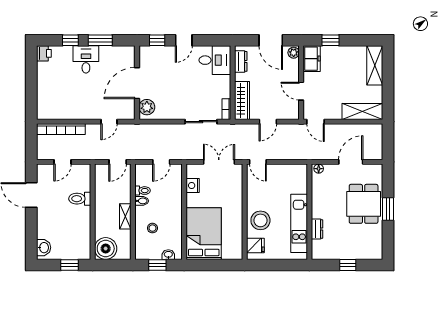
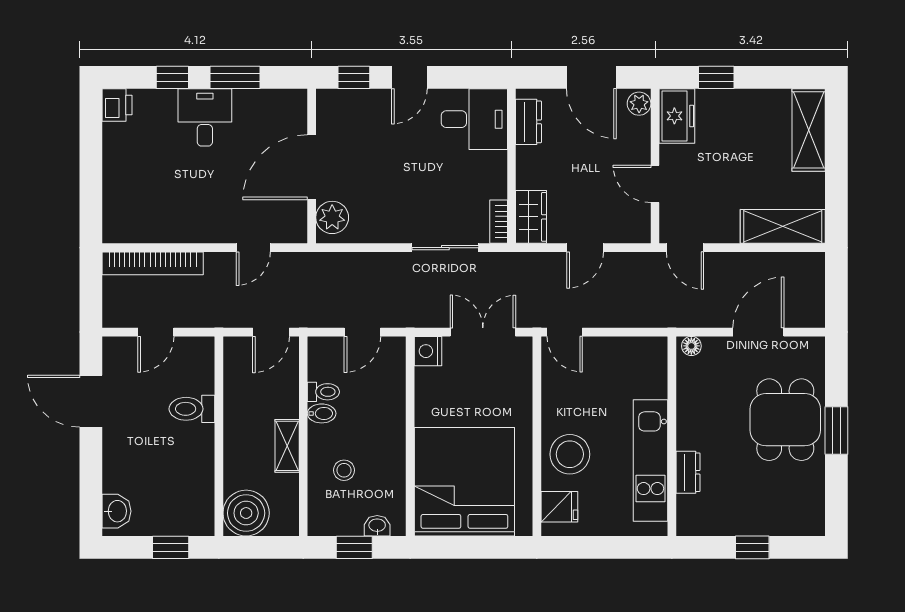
wardrobe: (242, 101) -> (531, 217), width x0.67
nightstand: (193, 185) -> (428, 351), moved
bed: (204, 234) -> (464, 482), width x1.36

